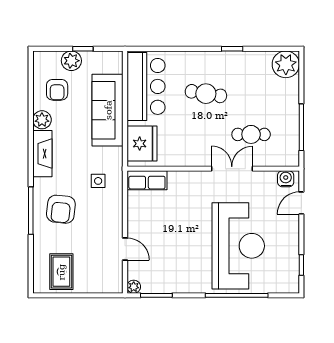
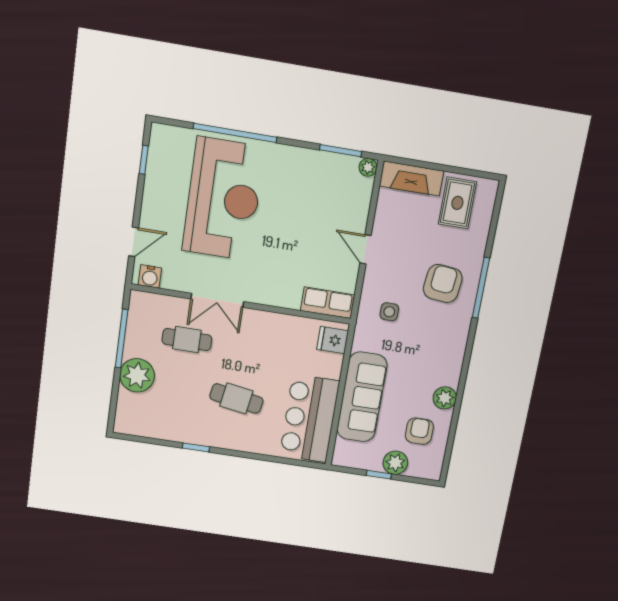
plant: (286, 64) -> (137, 375), moved
fridge: (142, 144) -> (333, 340), width x0.53, depth x0.75
fireplace: (42, 154) -> (411, 179), moved, turned -90
reception desk: (238, 246) -> (223, 199), turned 180
door: (125, 249) -> (365, 249), moved

